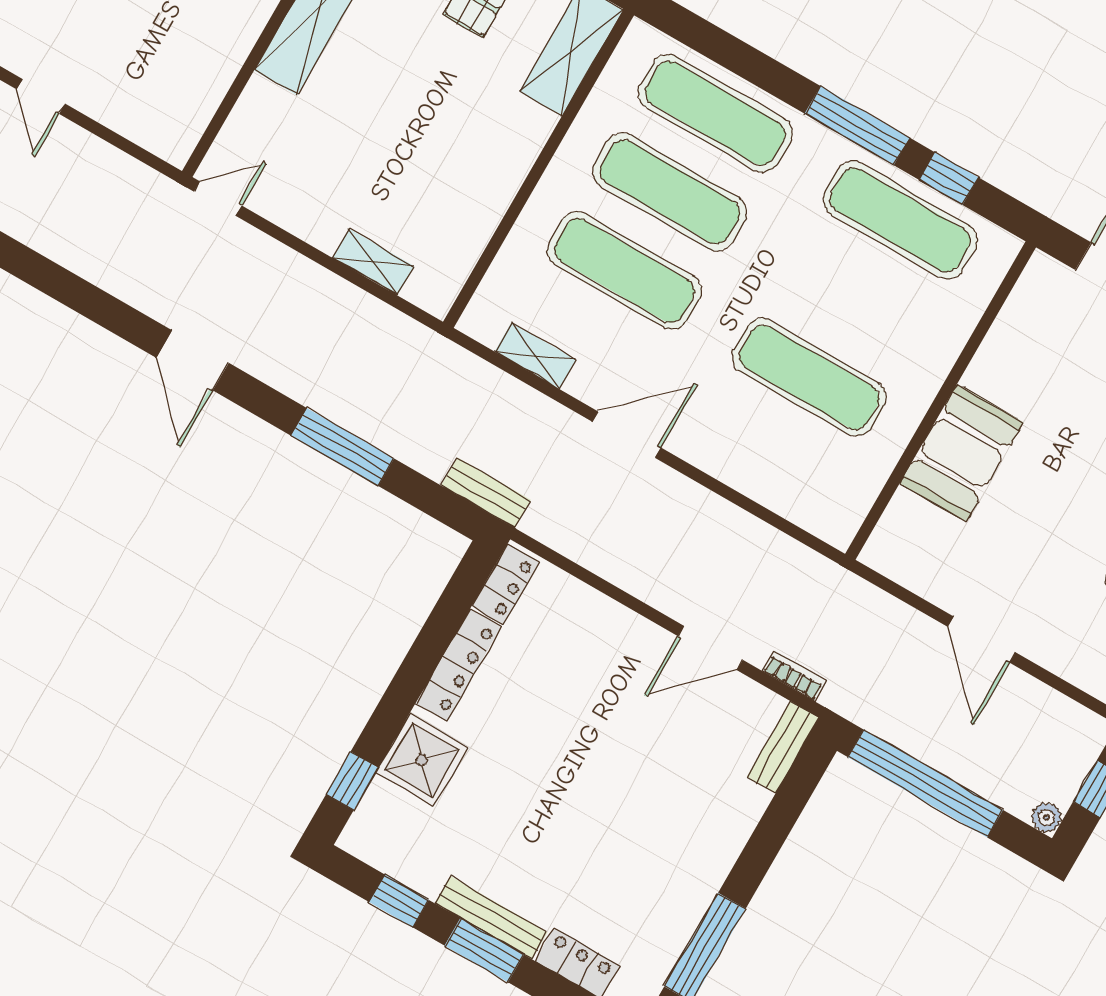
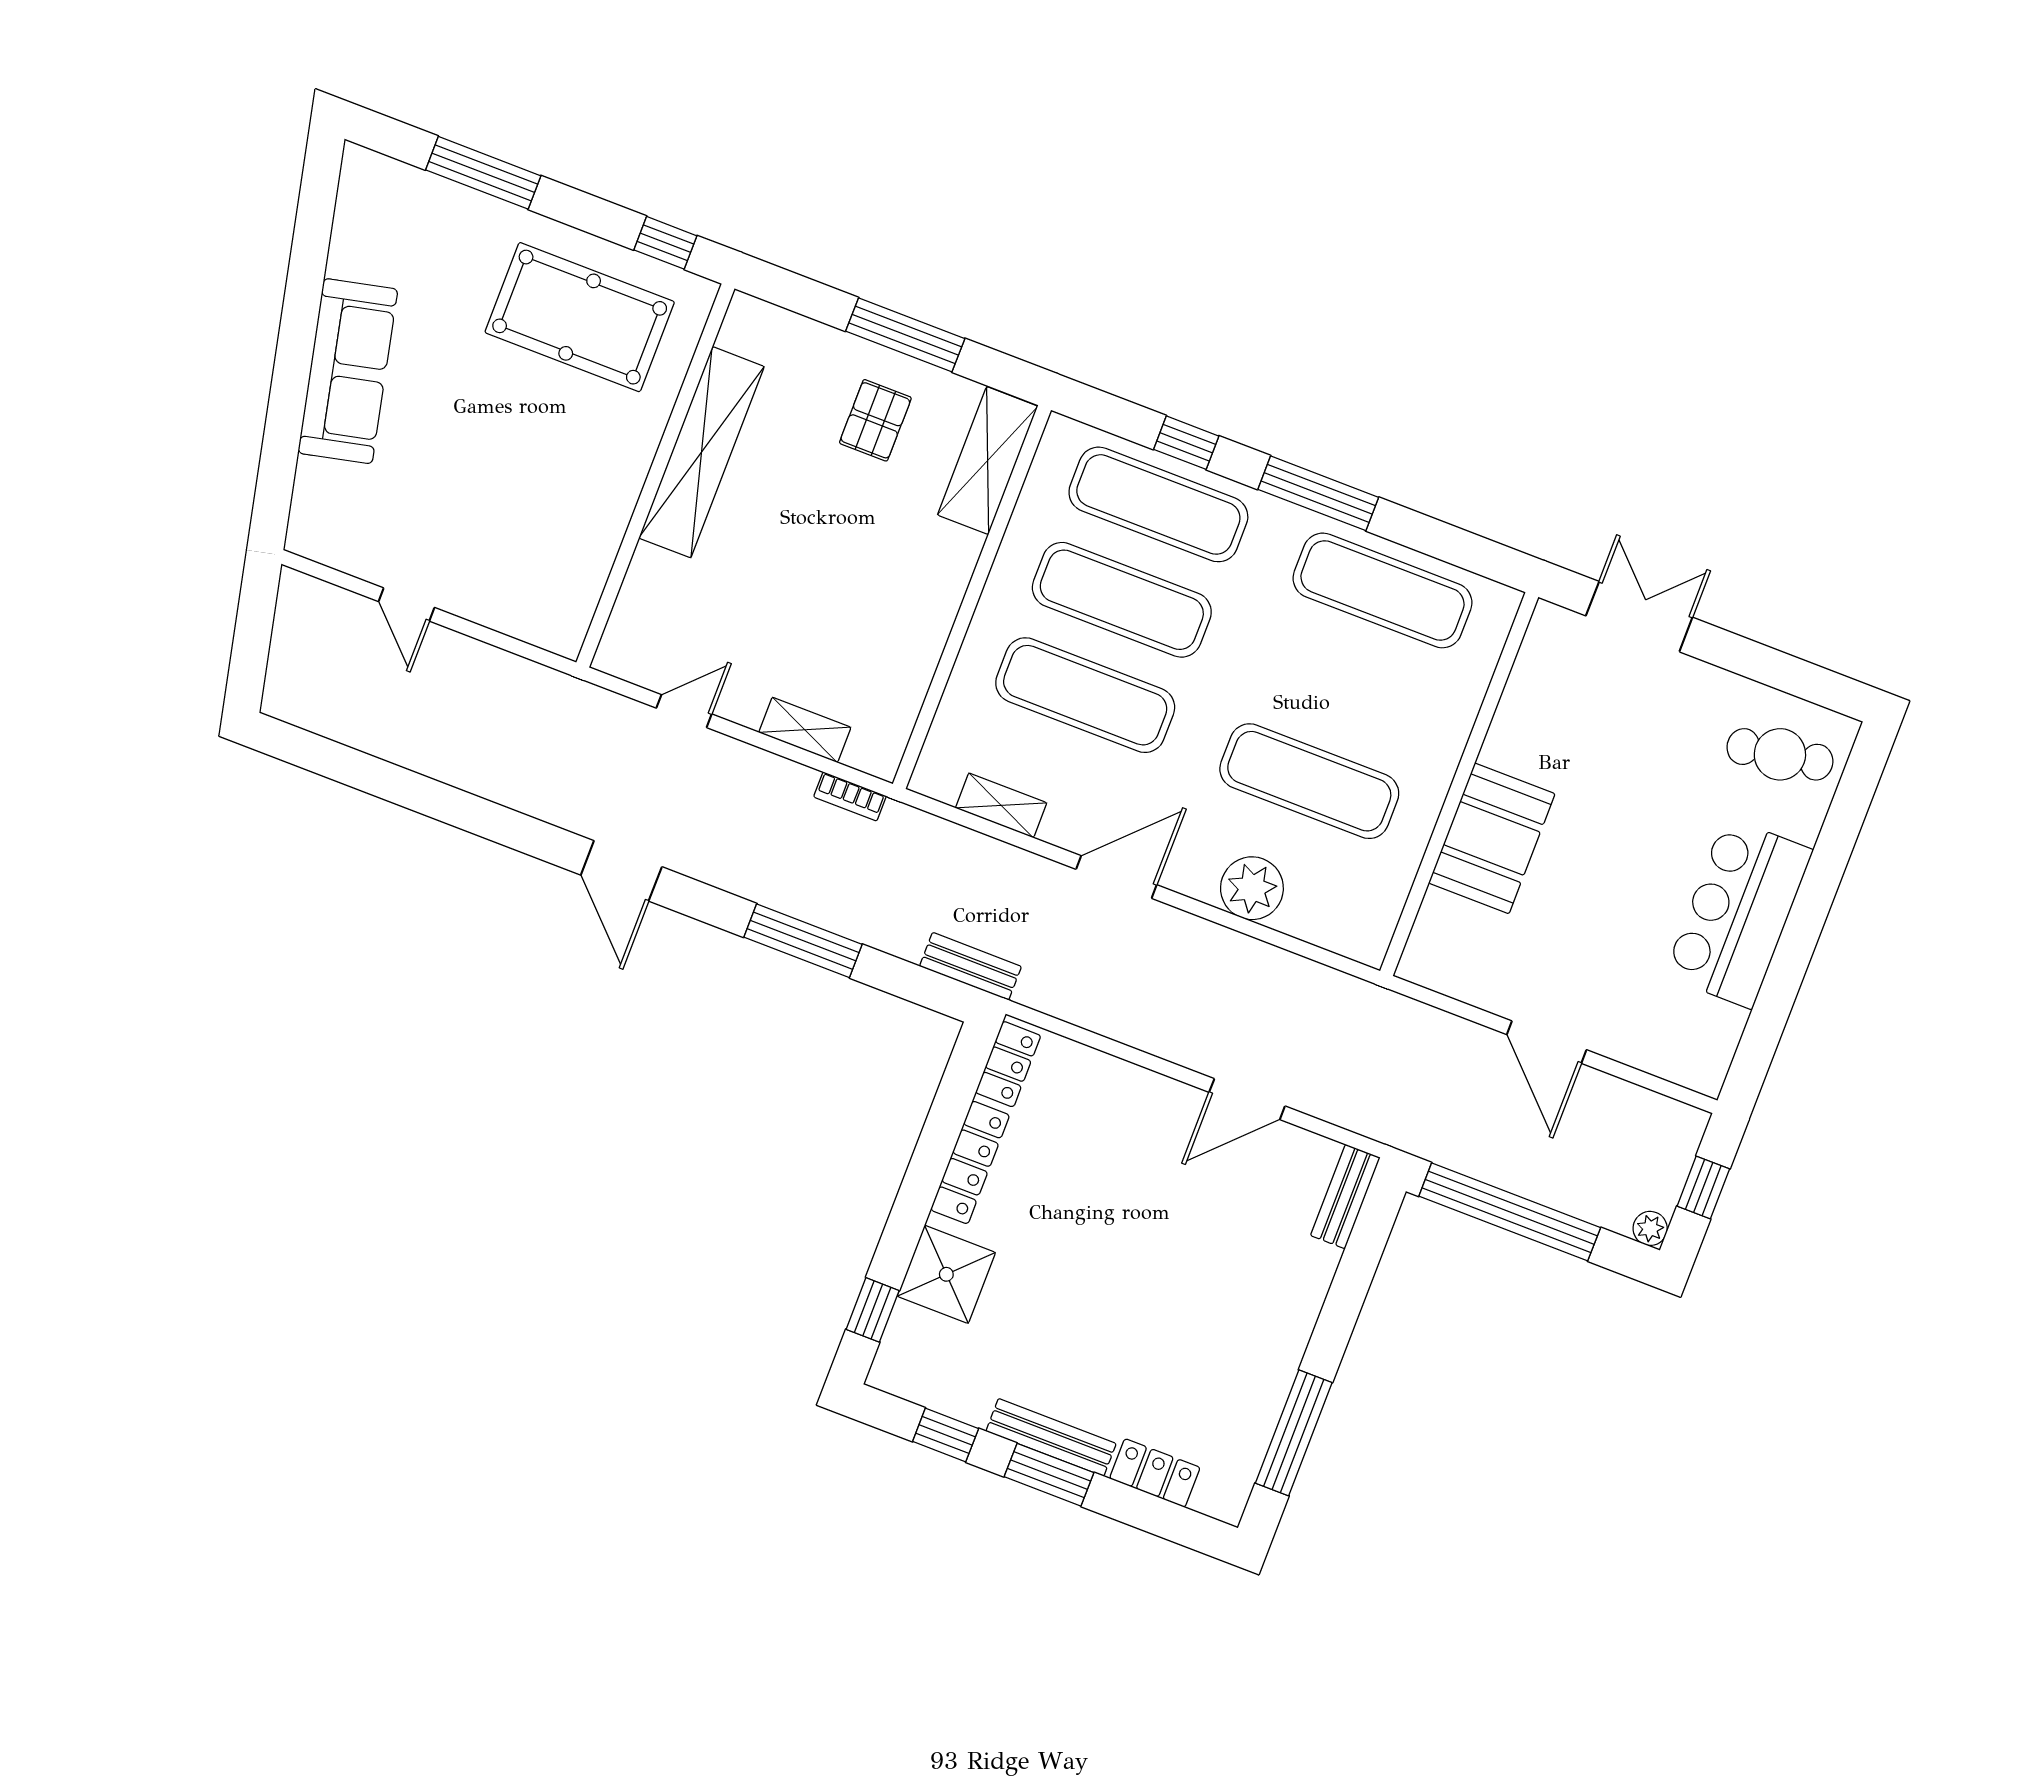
window: (949, 179) -> (1186, 443), moved
door: (218, 199) -> (684, 711), moved
plant: (744, 463) -> (1252, 888), added
bookcase: (795, 676) -> (850, 796), moved, turned 180

